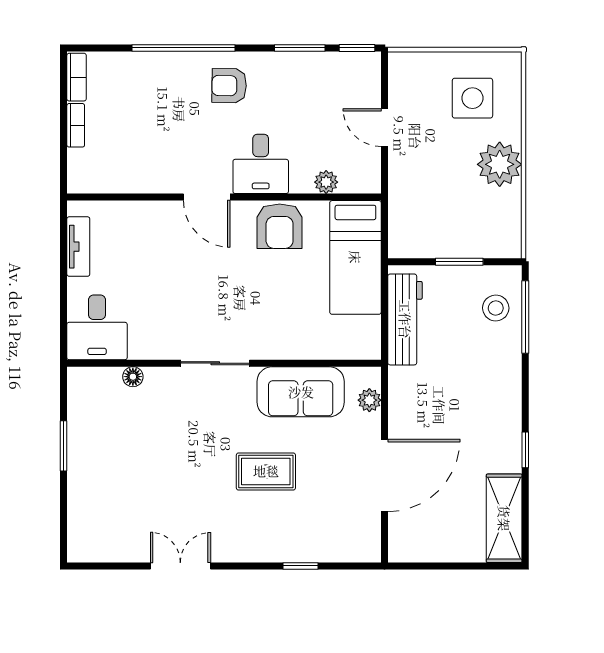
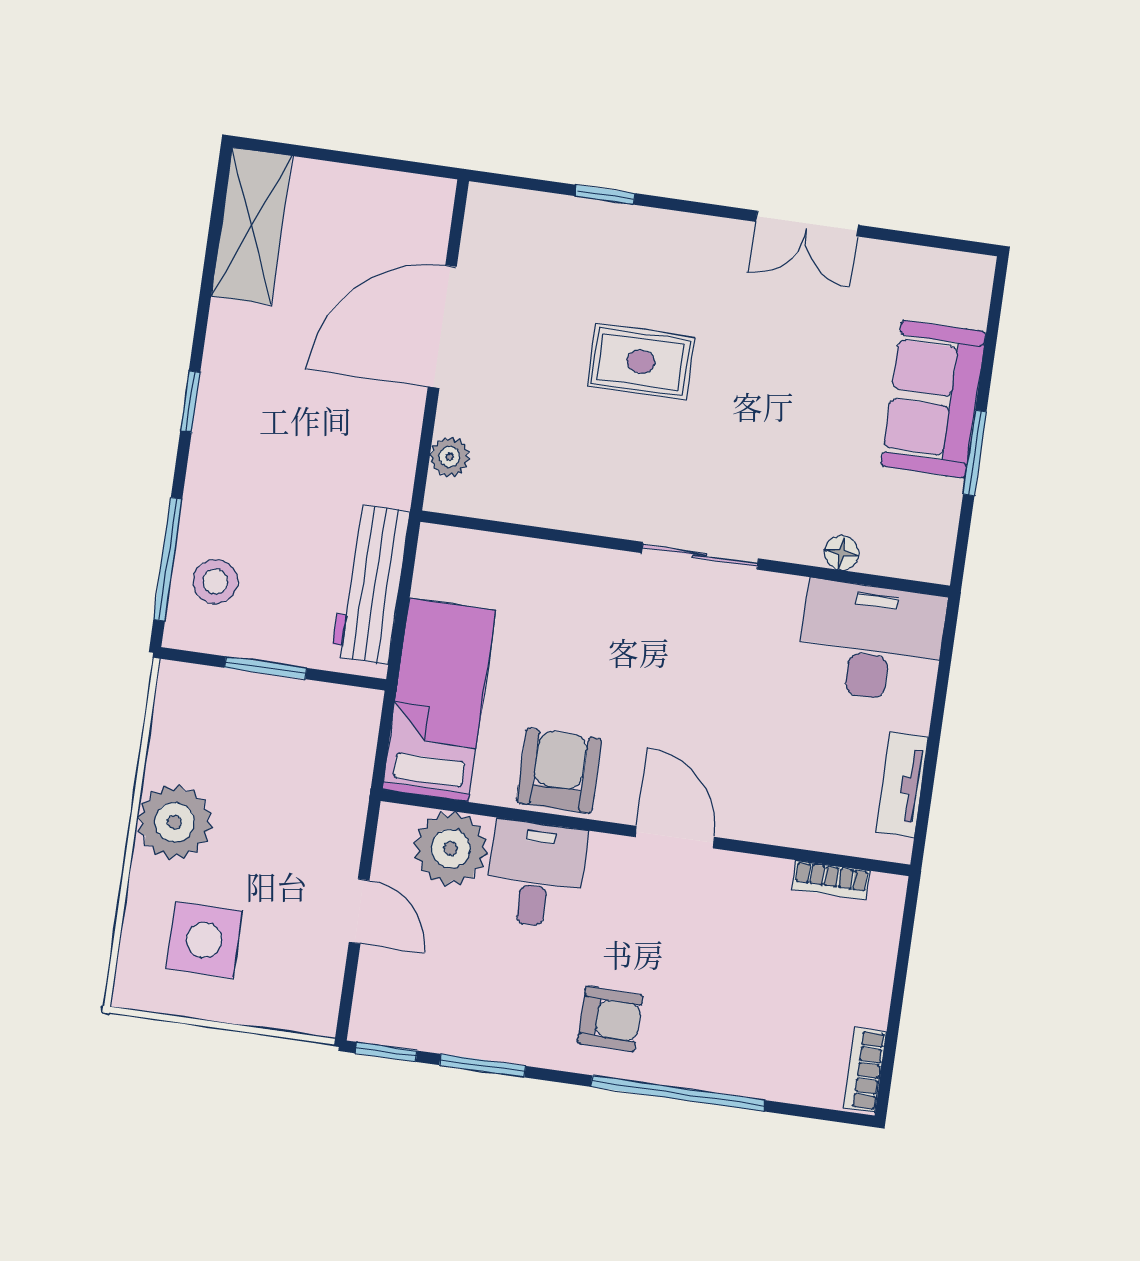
bookcase: (76, 125) -> (831, 880), moved, turned -90
desk: (261, 164) -> (536, 874), moved
plant: (326, 182) -> (451, 849), width x1.88, depth x1.88
desk: (97, 327) -> (871, 642), width x1.37
sofa: (301, 392) -> (933, 399), moved, turned -90
window: (525, 450) -> (190, 402), moved

